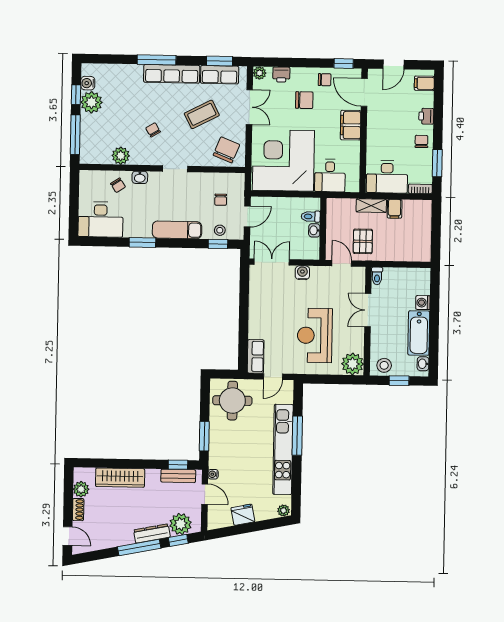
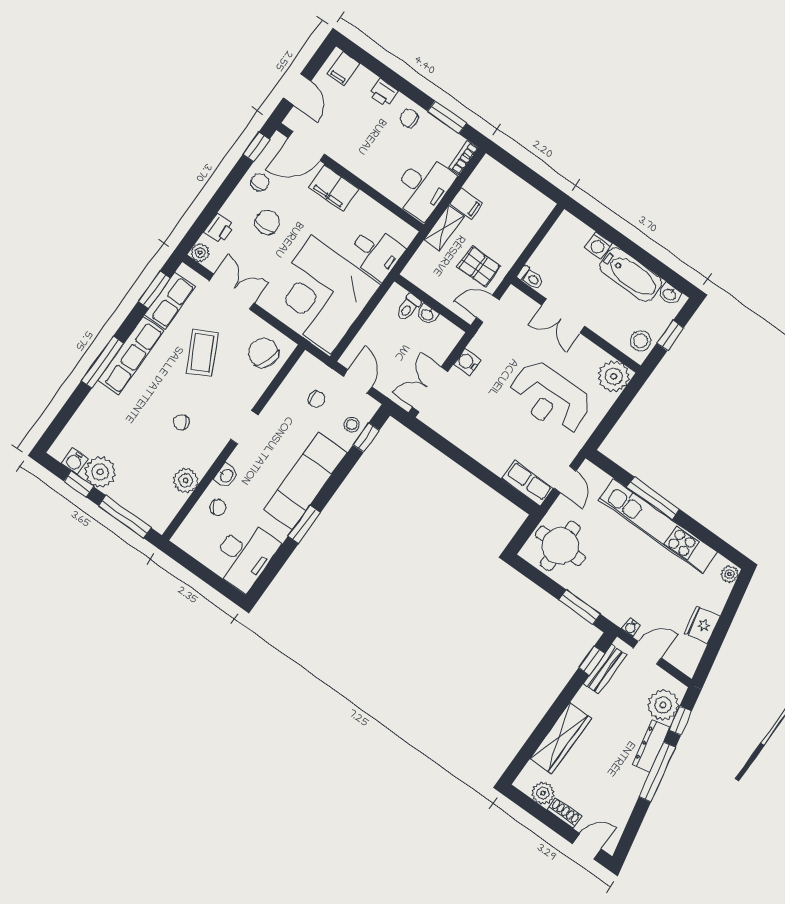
exam couch: (177, 230) -> (305, 481), width x1.36, depth x1.45

